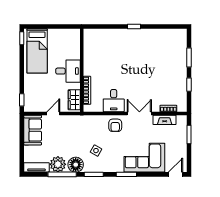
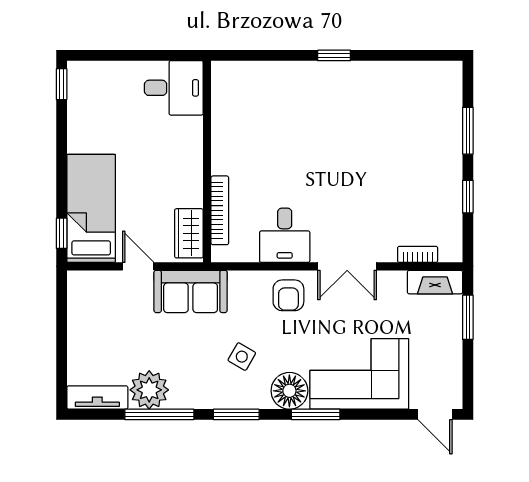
bed: (37, 51) -> (91, 208), moved, turned 180
desk: (68, 71) -> (174, 88), moved
door: (53, 113) -> (138, 266), hinge flipped
double door: (139, 113) -> (347, 266), swing flipped
fireplace: (165, 120) -> (435, 282), moved
sofa: (33, 130) -> (191, 291), moved, turned 90
floor lamp: (76, 165) -> (289, 391), moved
door: (176, 174) -> (435, 414), swing flipped

